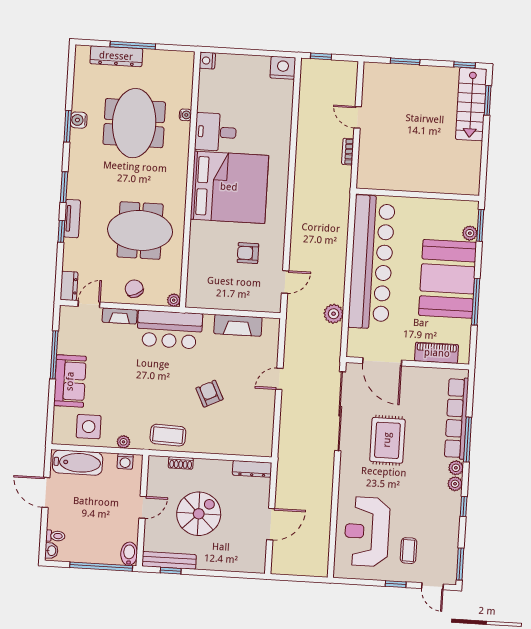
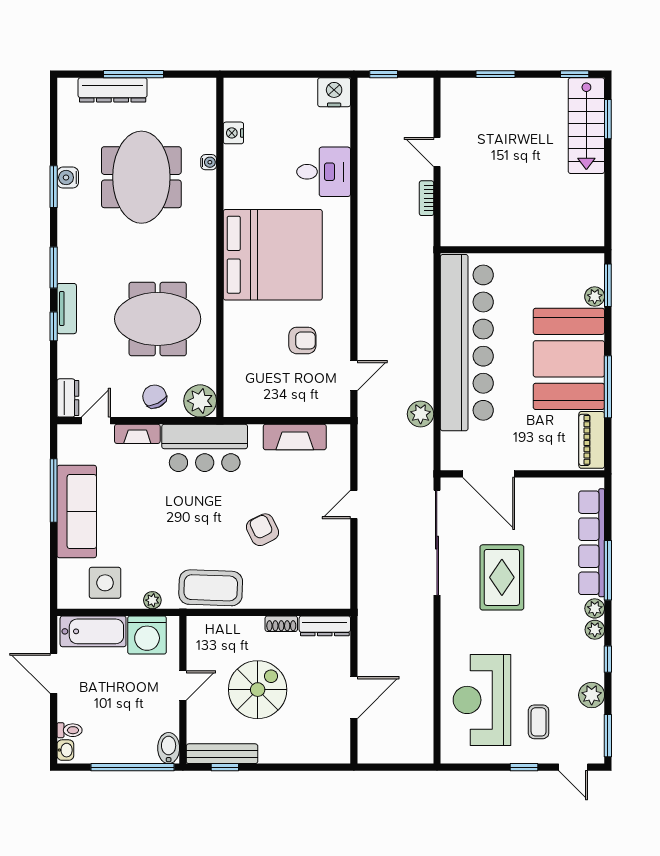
nightstand: (207, 61) -> (233, 133), moved
desk: (216, 132) -> (324, 172), moved, turned 180
armchair: (248, 253) -> (302, 340), turned 180
plant: (174, 300) -> (200, 401), width x1.88, depth x1.88
piano: (437, 353) -> (592, 440), moved, turned -90
sofa: (70, 381) -> (77, 511), width x1.36
coffee table: (168, 435) -> (211, 588), width x1.36, depth x1.32
washing machine: (125, 461) -> (147, 635), width x1.89, depth x1.89
shoe rack: (181, 463) -> (281, 624), moved
plant: (450, 533) -> (592, 695), added

